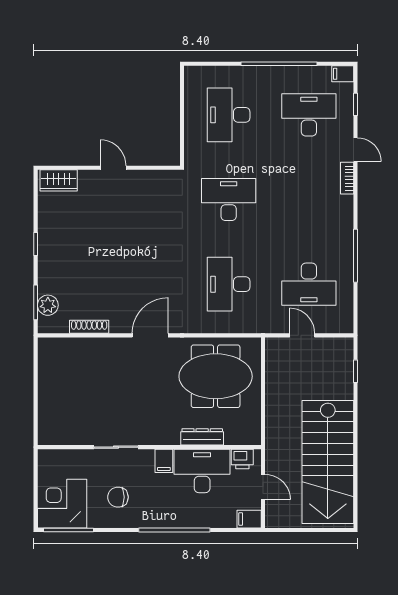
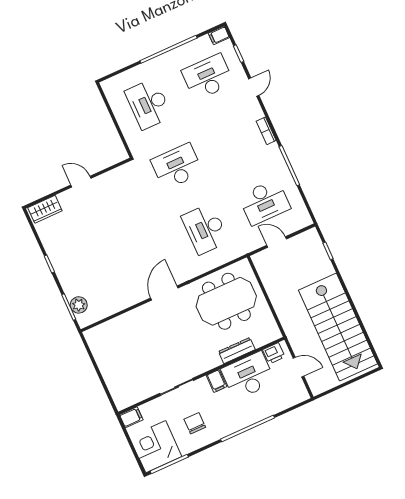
door: (355, 150) -> (254, 87), hinge flipped
bookcase: (347, 178) -> (266, 131), moved
shoe rack: (89, 327) -> (116, 307), removed
chair: (118, 497) -> (195, 423), turned 90
filing cabinet: (249, 519) -> (131, 417), moved, turned 180

